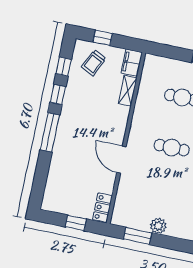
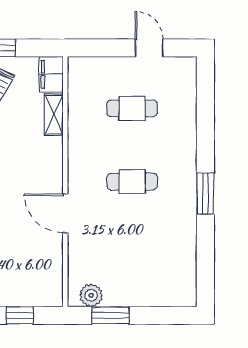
locker: (102, 208) -> (53, 286), removed
plant: (158, 226) -> (91, 295), moved

